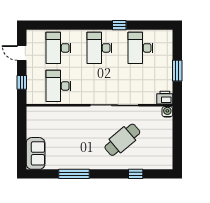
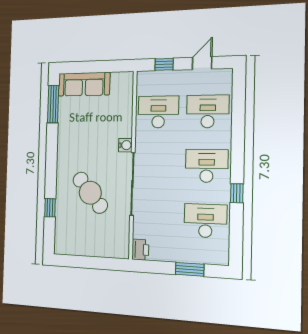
window: (177, 71) -> (190, 269), moved
water cooler: (167, 112) -> (125, 145), moved
sofa: (36, 153) -> (84, 84), width x1.36
window: (74, 174) -> (53, 104), moved

